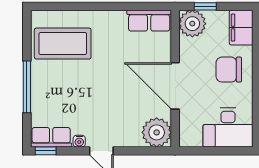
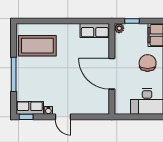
plant: (192, 24) -> (119, 28), width x0.53, depth x0.53
chair: (229, 70) -> (148, 63), turned 90
plant: (157, 132) -> (100, 105), removed

